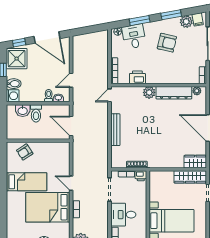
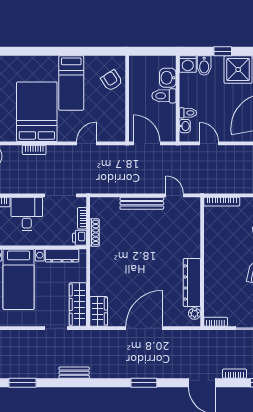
printer: (137, 77) -> (213, 233), removed
plant: (149, 92) -> (192, 249), removed
door: (110, 95) -> (175, 195), moved
door: (71, 126) -> (147, 143), hinge flipped
door: (71, 183) -> (86, 143), moved
dresser: (154, 189) -> (62, 256), added

